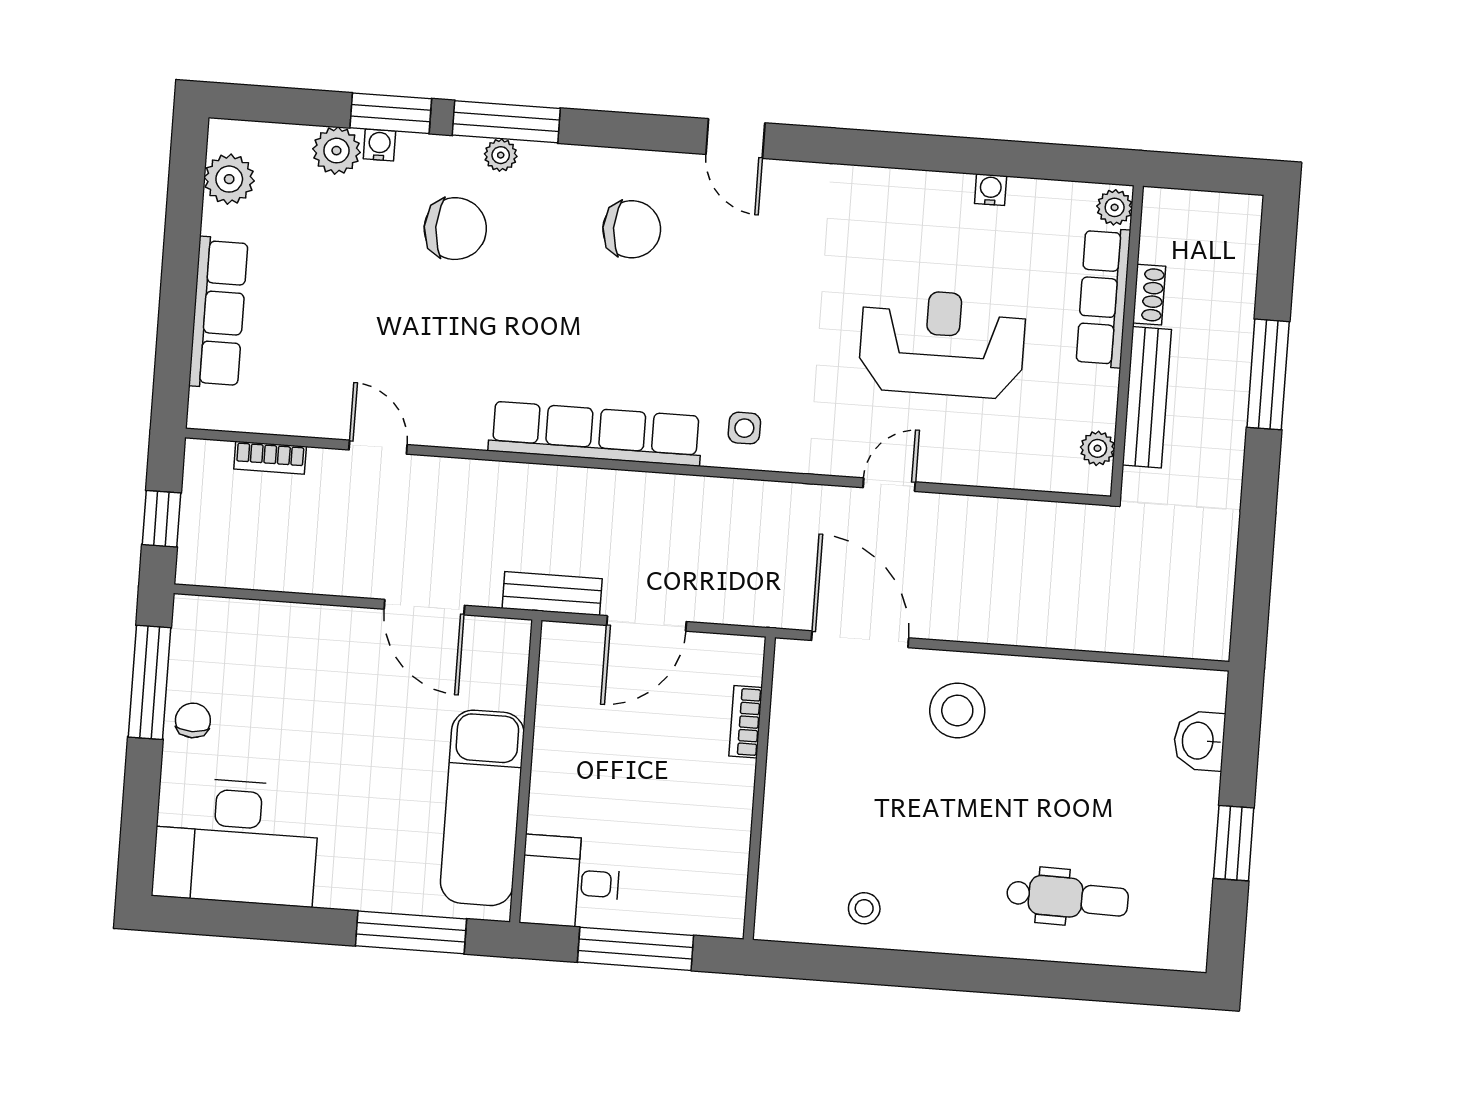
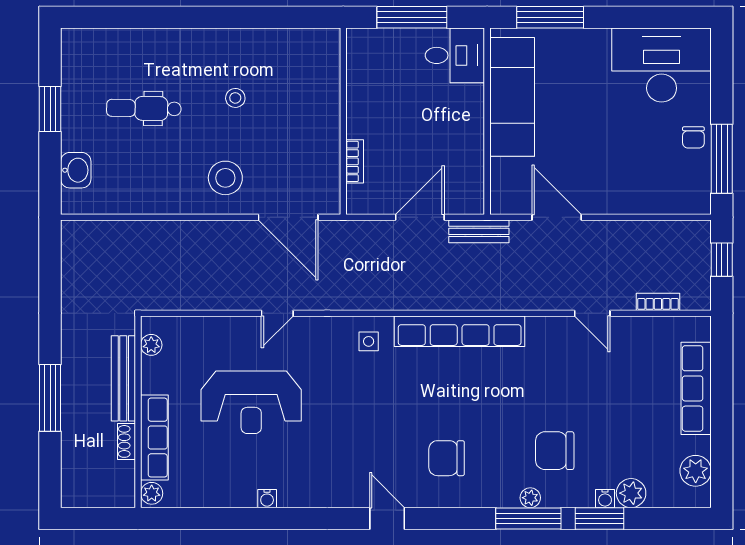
water cooler: (991, 190) -> (267, 499), moved
dental chair: (1068, 897) -> (144, 108), moved
stool: (864, 908) -> (235, 98), moved

